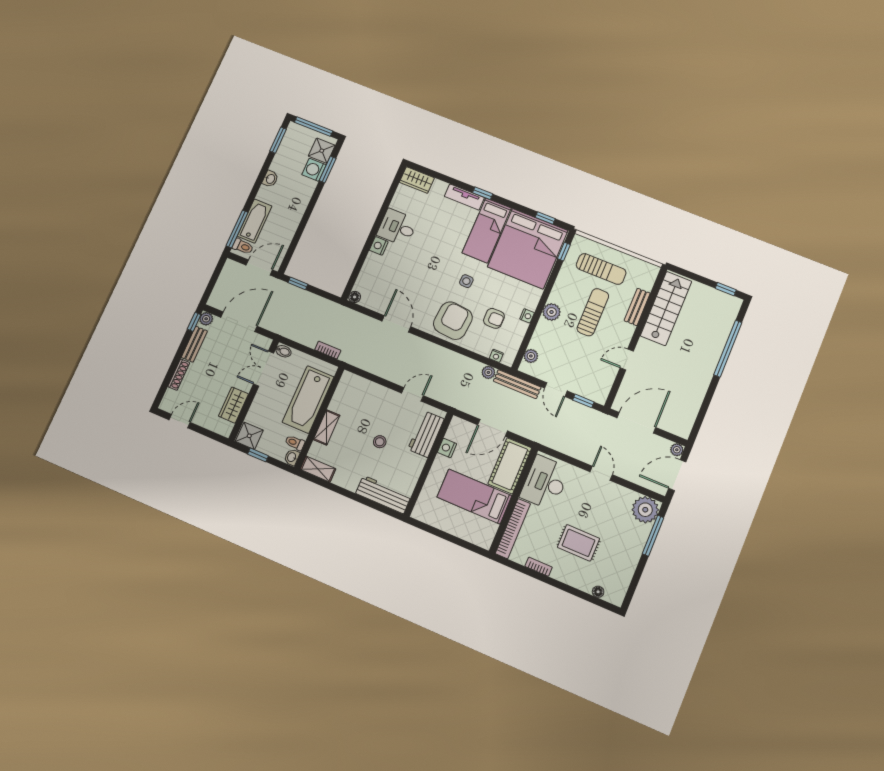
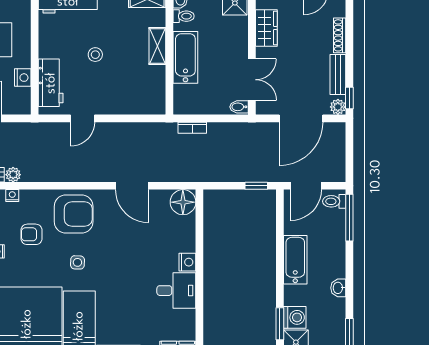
bathtub: (255, 221) -> (295, 260), moved, turned 180
floor lamp: (355, 297) -> (183, 202), width x1.89, depth x1.89
armchair: (453, 321) -> (74, 214), turned -95
bathtub: (308, 400) -> (185, 57), width x0.73, depth x0.73

